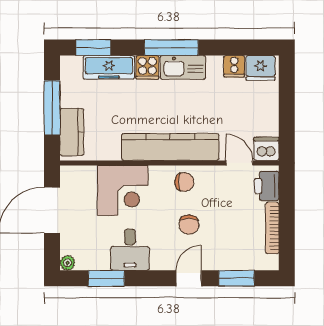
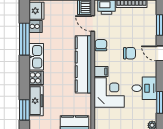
window: (171, 48) -> (24, 39), moved
door: (239, 163) -> (93, 23), hinge flipped
filing cabinet: (158, 177) -> (101, 72), added
chair: (184, 182) -> (101, 45), moved

